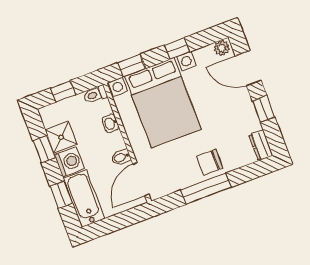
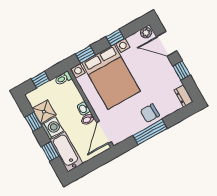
washbasin: (111, 123) -> (84, 109), moved

